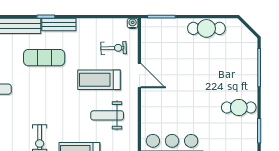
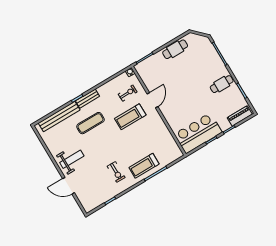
door: (139, 76) -> (152, 100), hinge flipped
weight bench: (107, 115) -> (147, 135), removed

